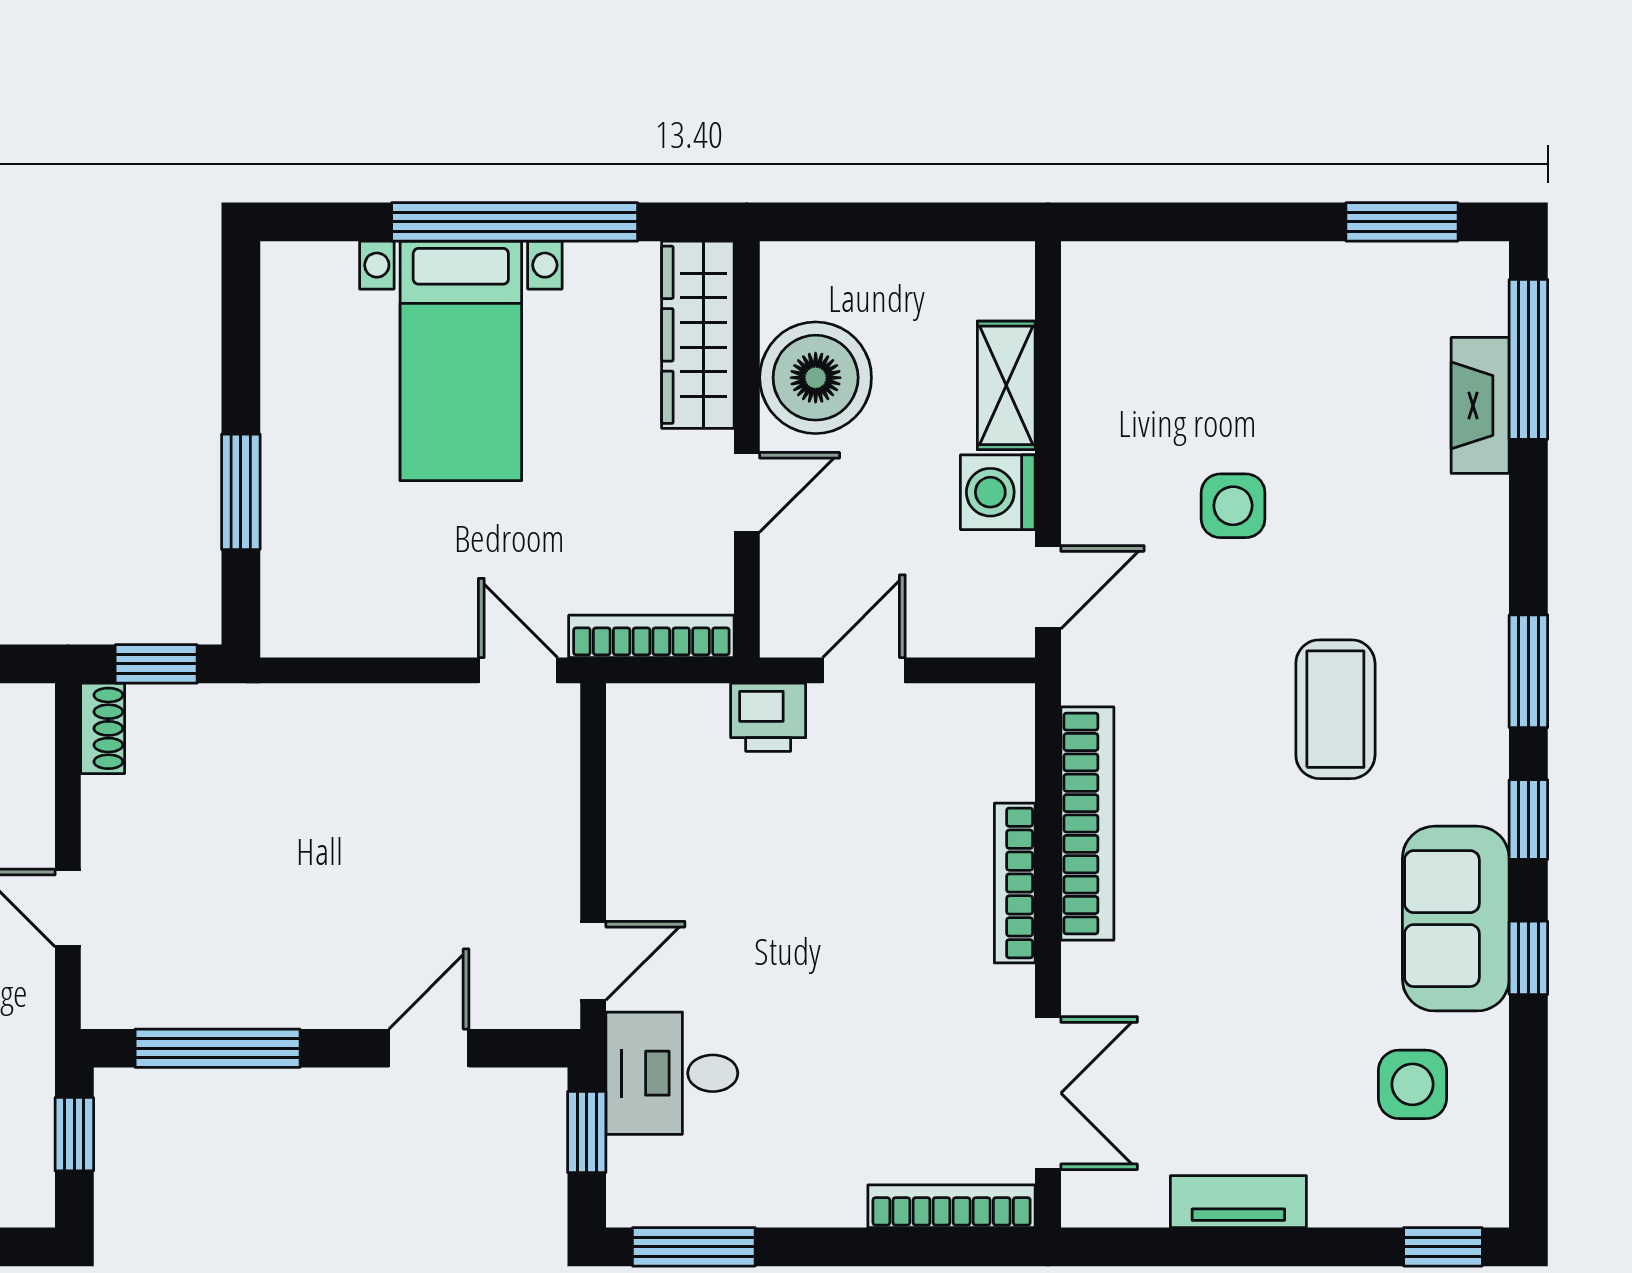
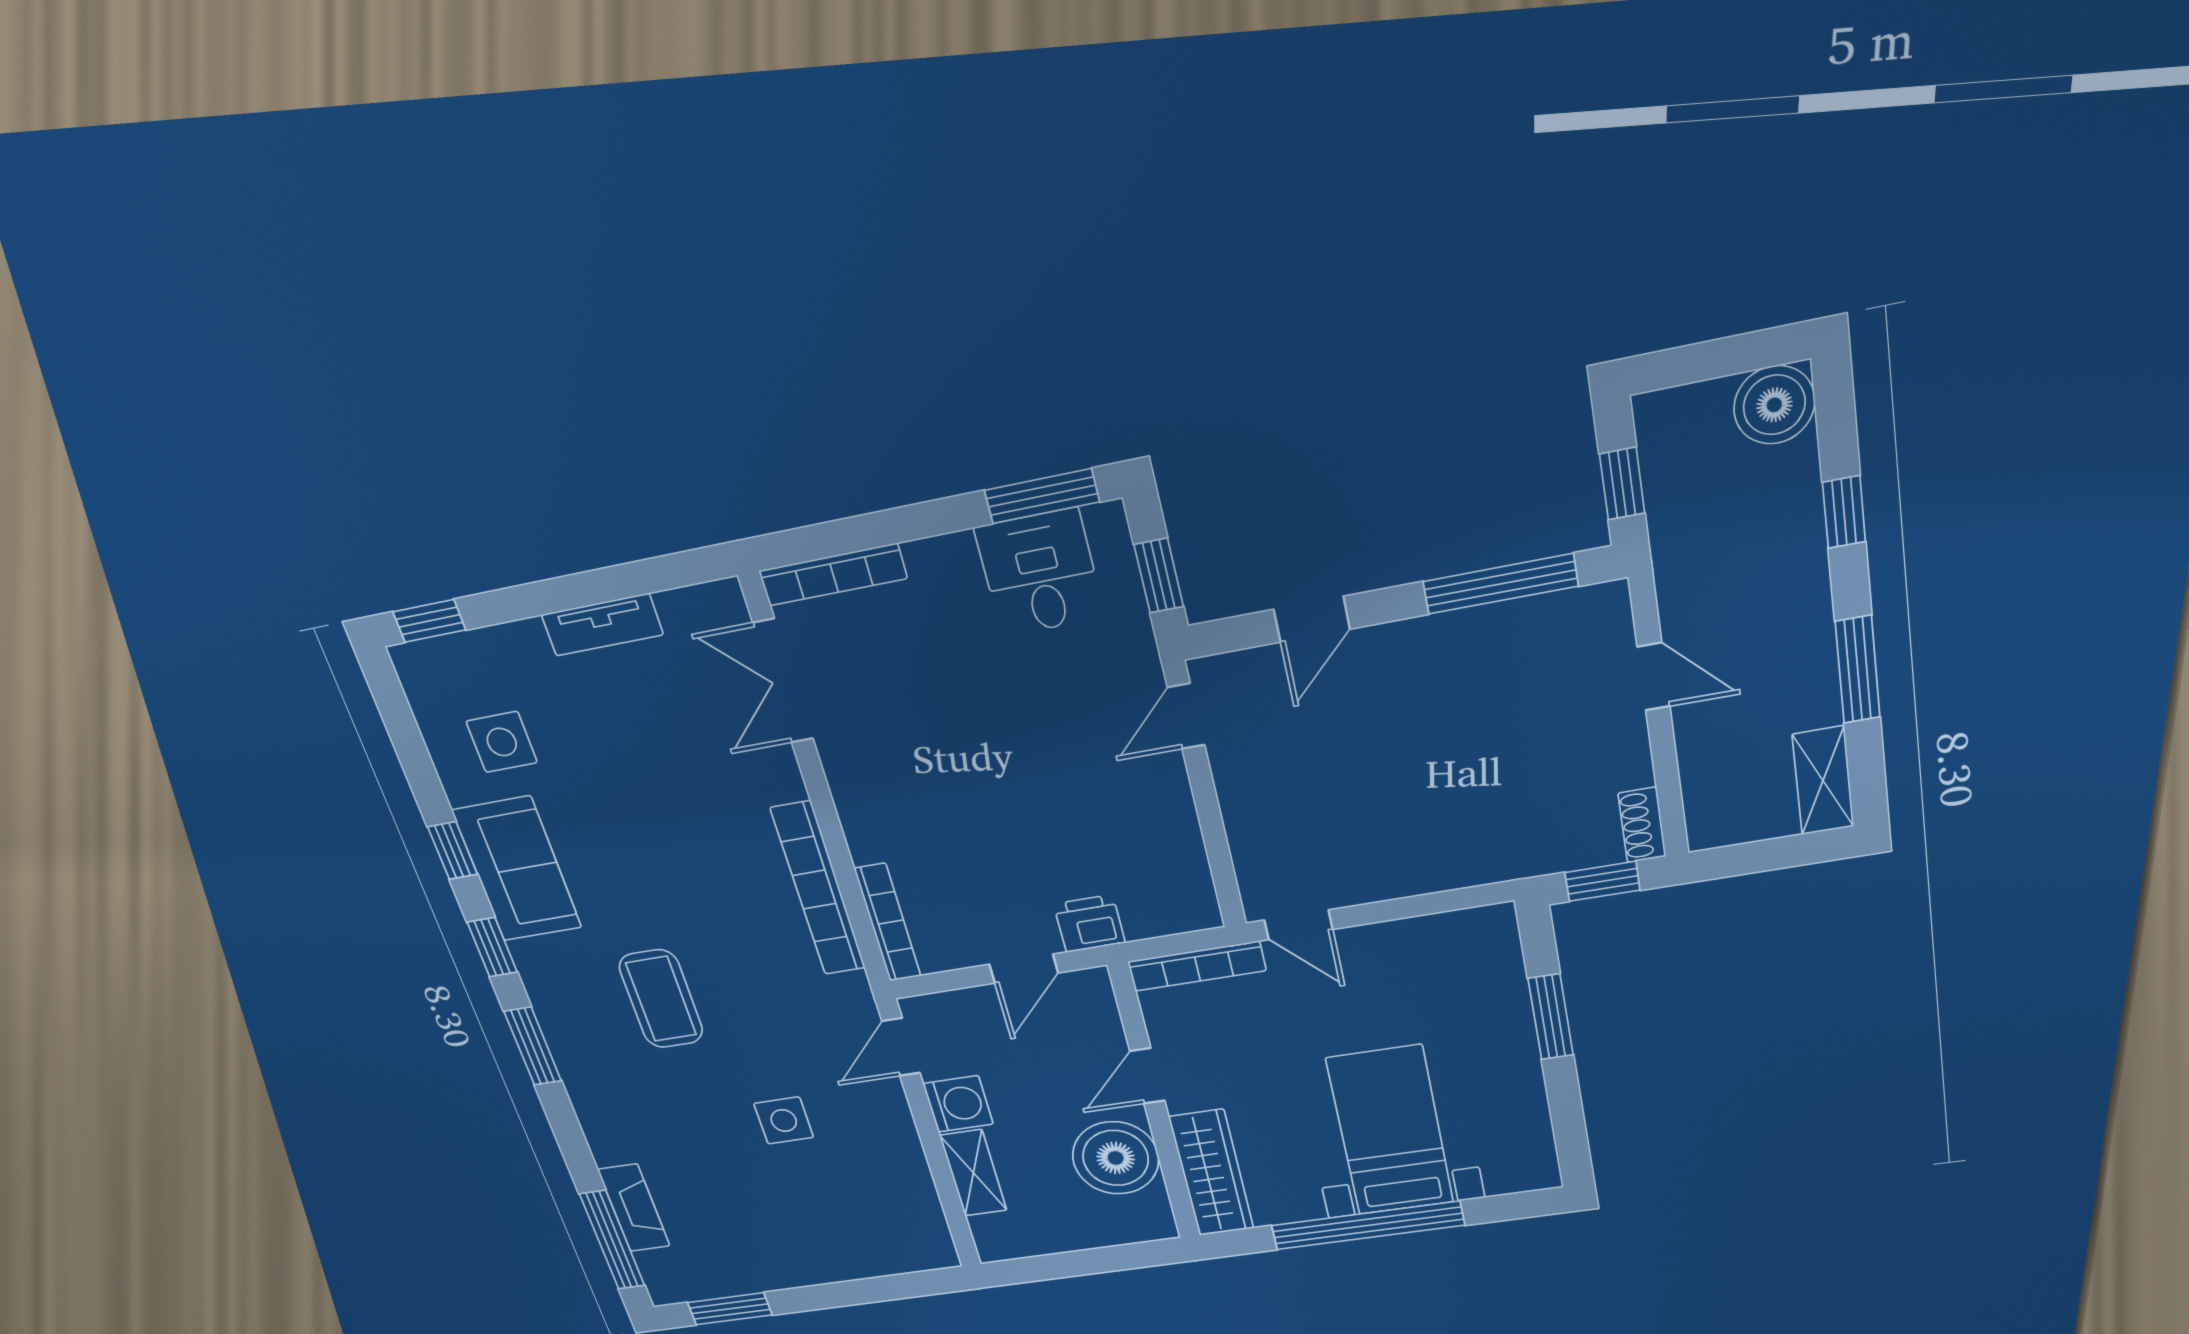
bookcase: (1015, 883) -> (888, 923), moved
desk: (672, 1073) -> (1040, 573), moved, turned -90

